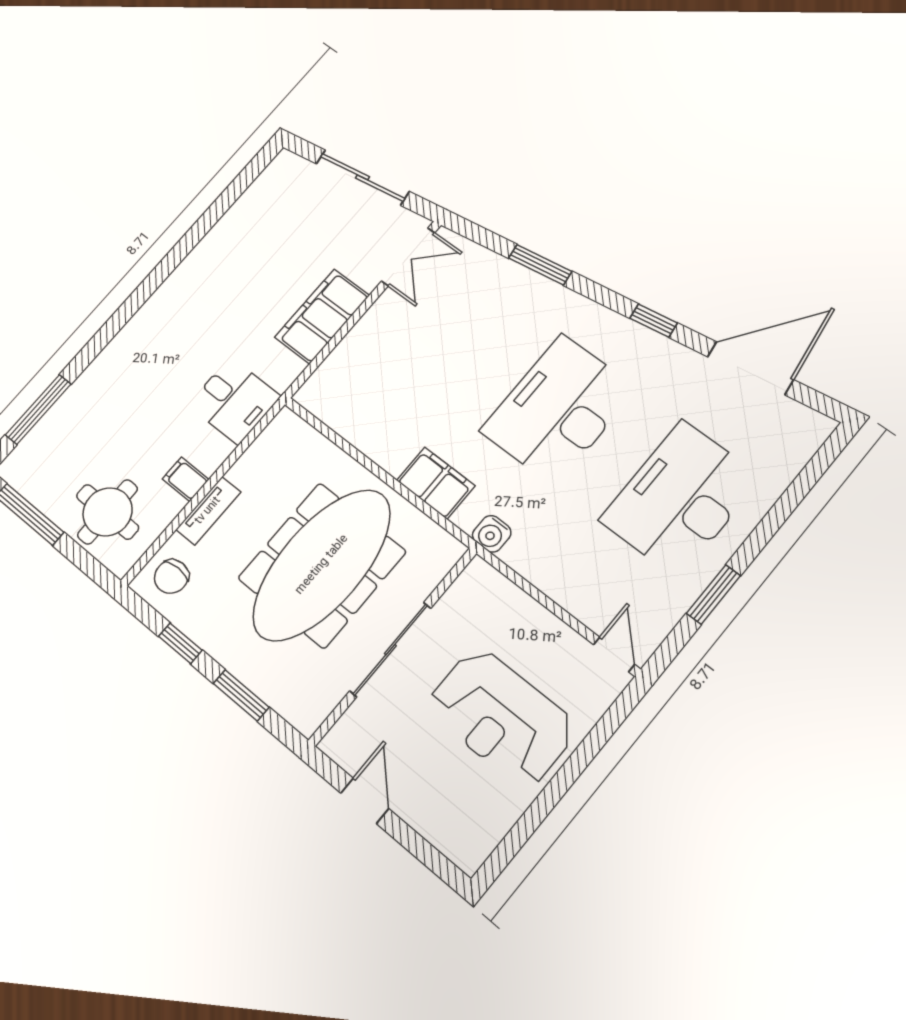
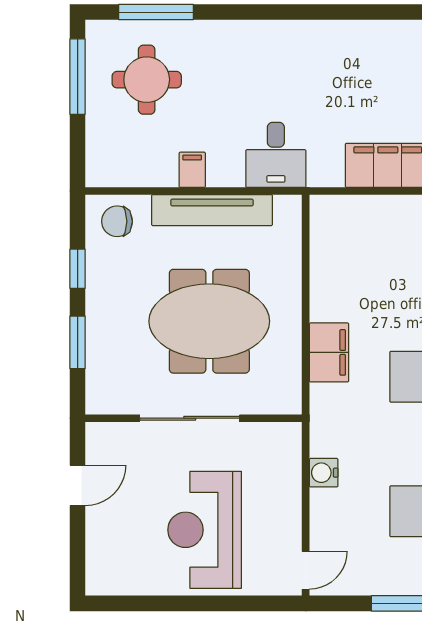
tv unit: (208, 511) -> (212, 210), width x1.92, depth x1.29
round table: (108, 512) -> (147, 80), moved
water cooler: (492, 534) -> (324, 473), moved
meeting table: (322, 565) -> (209, 321), width x0.73

